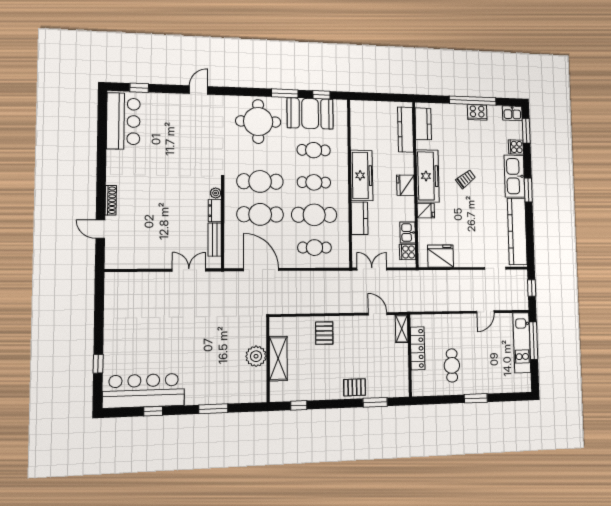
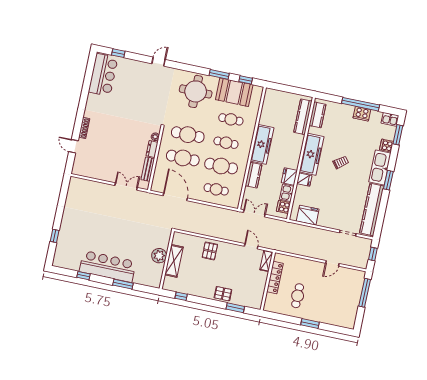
fridge: (405, 185) -> (289, 176), moved
kitchen unit: (522, 343) -> (355, 292), removed
bar counter: (144, 391) -> (108, 266), moved

